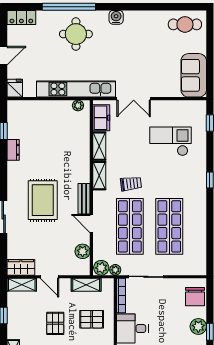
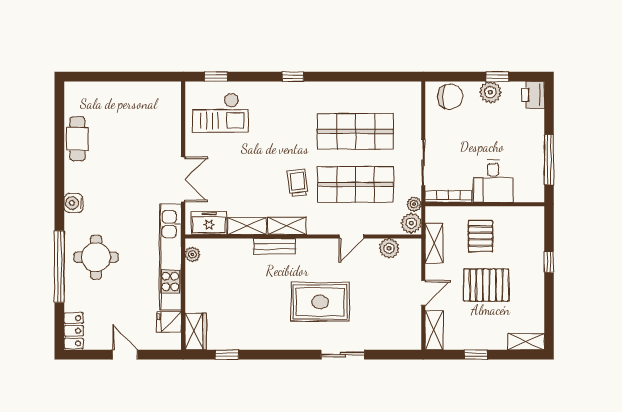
cafe table: (185, 24) -> (77, 139), moved
sofa: (194, 75) -> (152, 98), removed
fridge: (15, 88) -> (169, 322), moved
checkout: (171, 141) -> (220, 113), moved, turned -90
dresser: (13, 150) -> (252, 342), removed
bench: (84, 199) -> (274, 246), moved
wardrobe: (21, 267) -> (196, 331), moved, turned 180
pallet: (55, 323) -> (486, 285), width x1.50, depth x1.42

